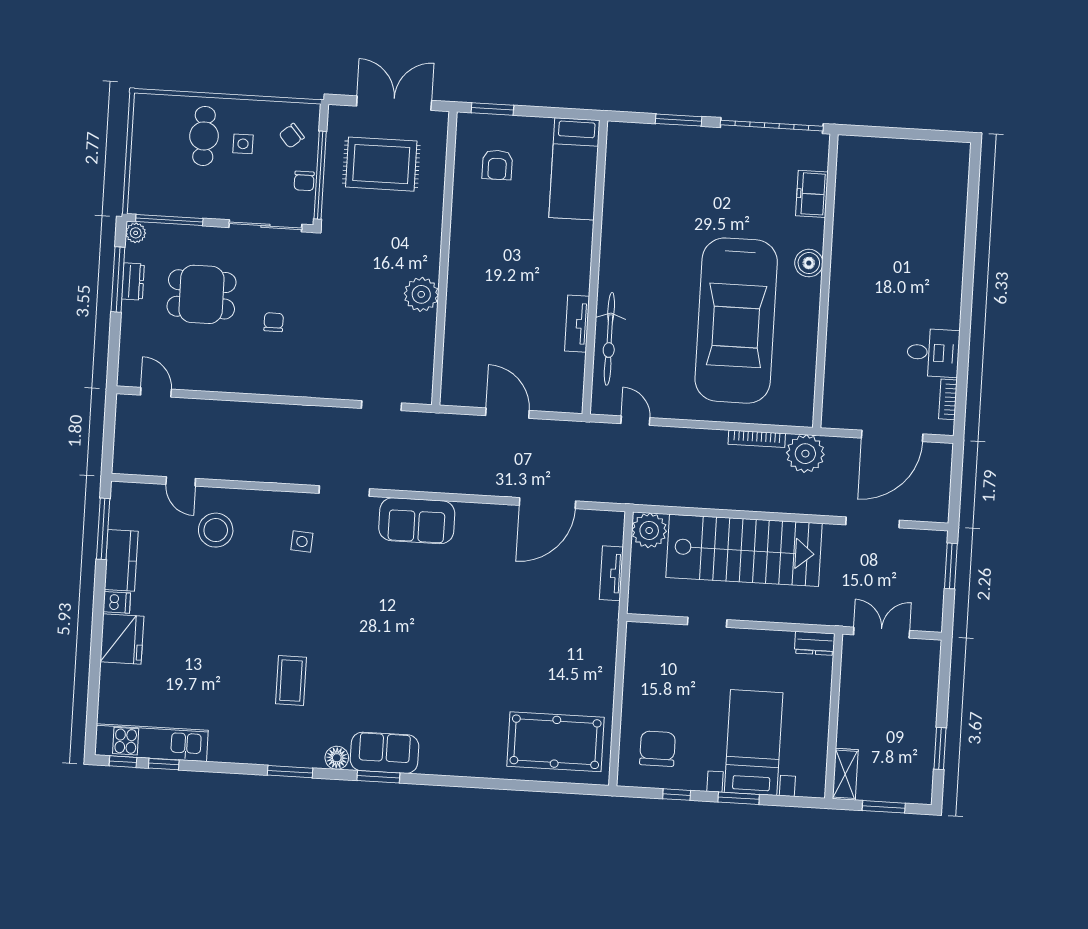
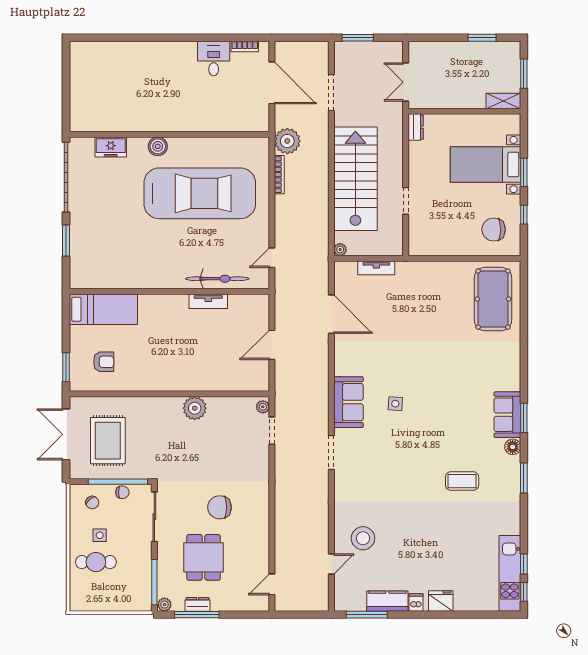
chair: (274, 322) -> (220, 507), width x1.87, depth x1.87
plant: (417, 394) -> (263, 407), added
plant: (649, 530) -> (340, 250), width x0.53, depth x0.53
side table: (302, 541) -> (395, 404), moved
fridge: (122, 639) -> (441, 601), width x0.73, depth x0.75

